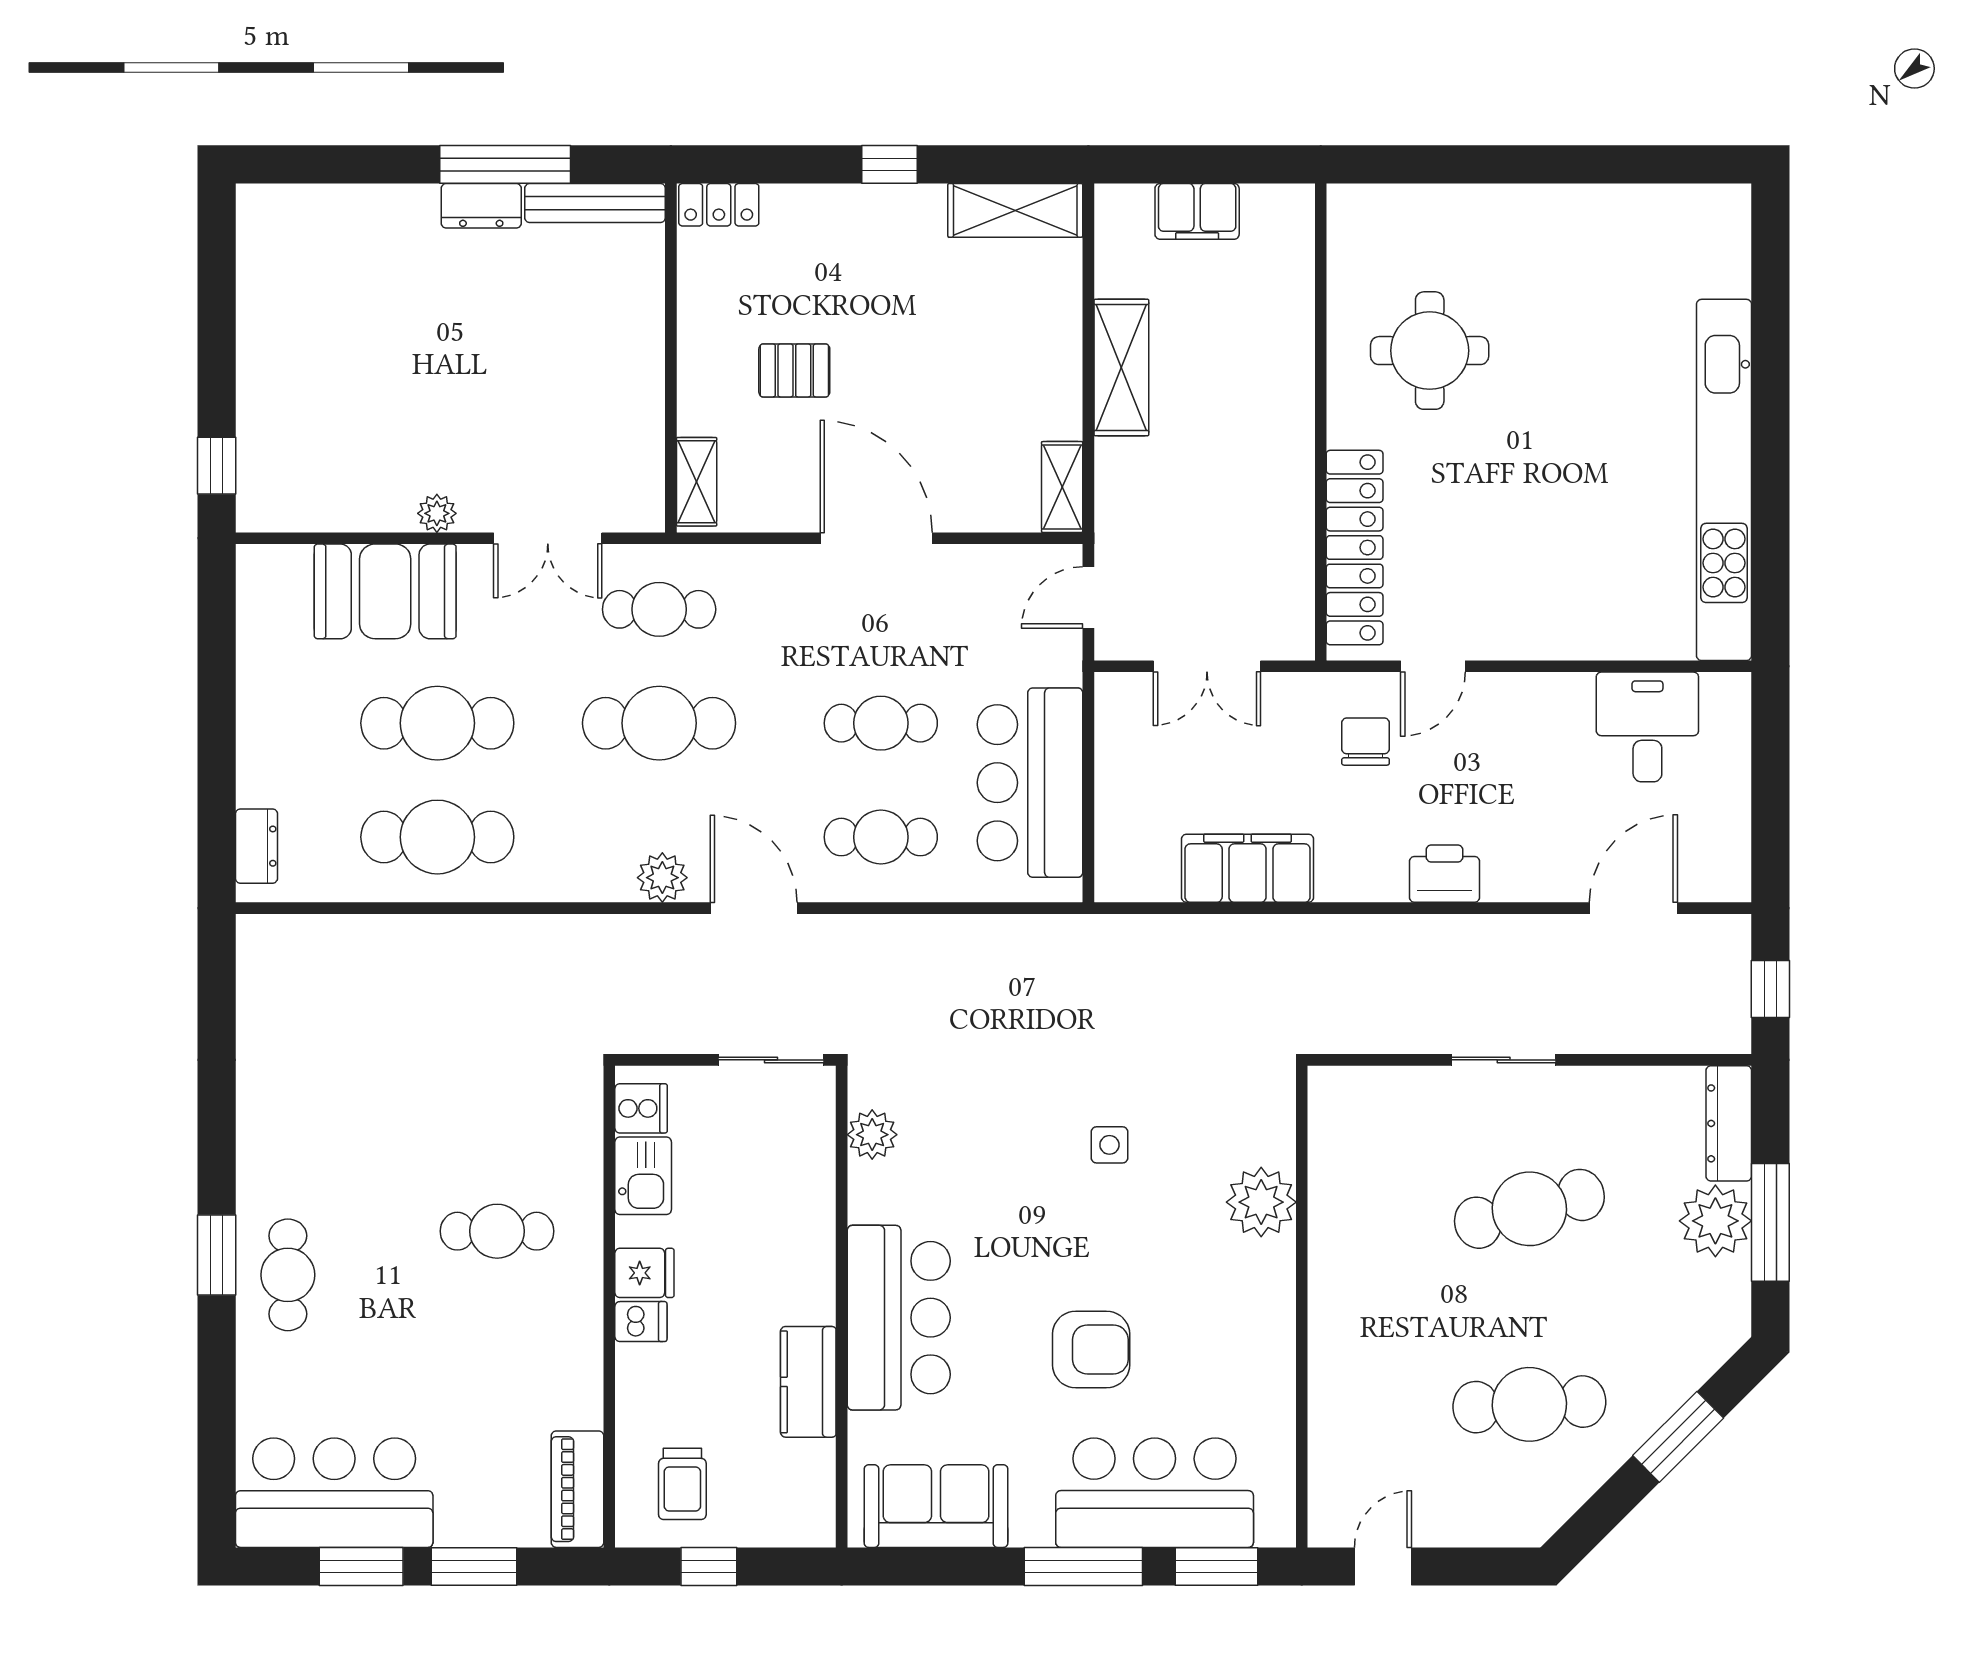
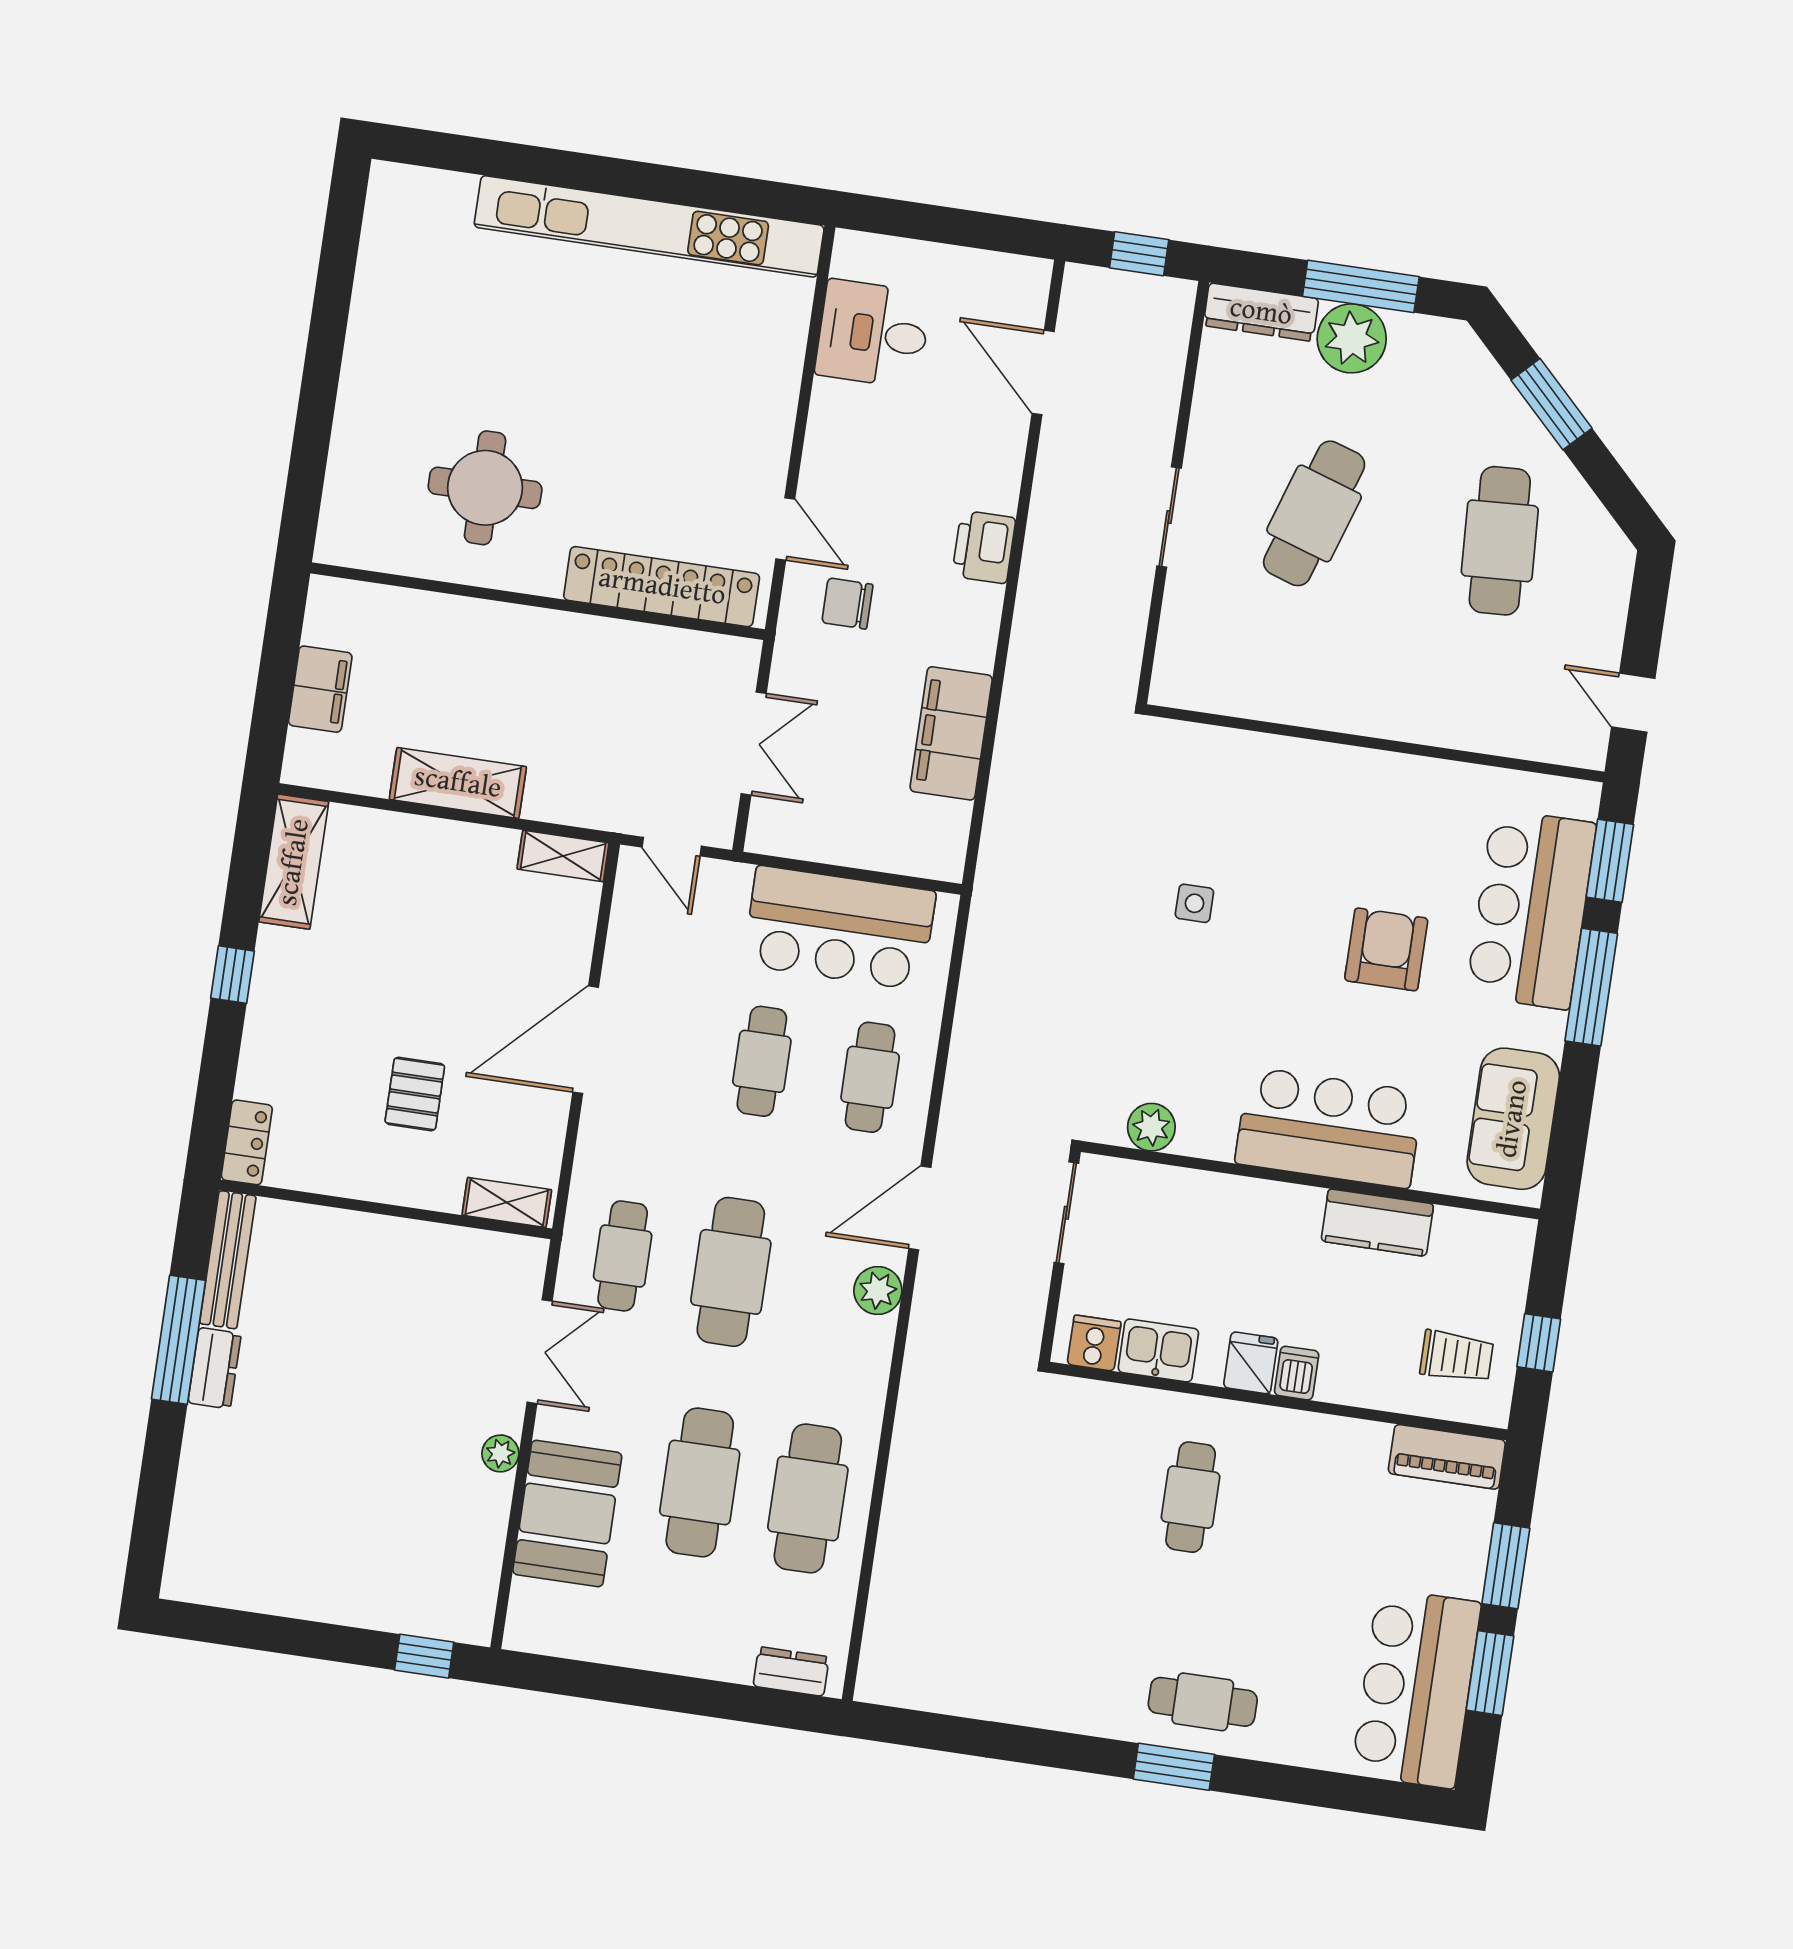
plant: (1261, 1202) -> (1270, 767), removed
cafe table: (1529, 1209) -> (1314, 513), turned 33

